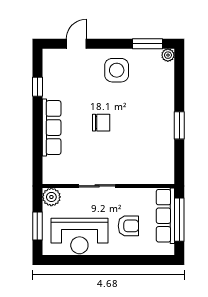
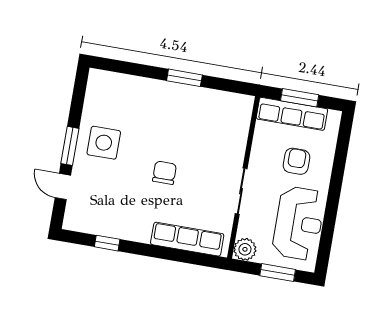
window: (147, 44) -> (70, 146), moved
plant: (168, 55) -> (96, 77), removed
row of seats: (52, 128) -> (187, 239), moved
window: (179, 220) -> (300, 98), width x0.69

